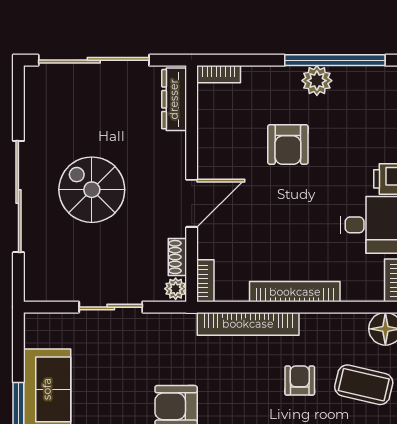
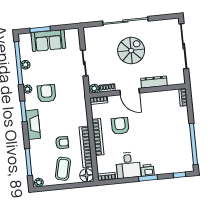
plant: (317, 81) -> (185, 137), removed
dresser: (174, 99) -> (154, 82), moved
armchair: (288, 145) -> (120, 126), moved, turned 90
bookcase: (248, 324) -> (86, 147), moved

